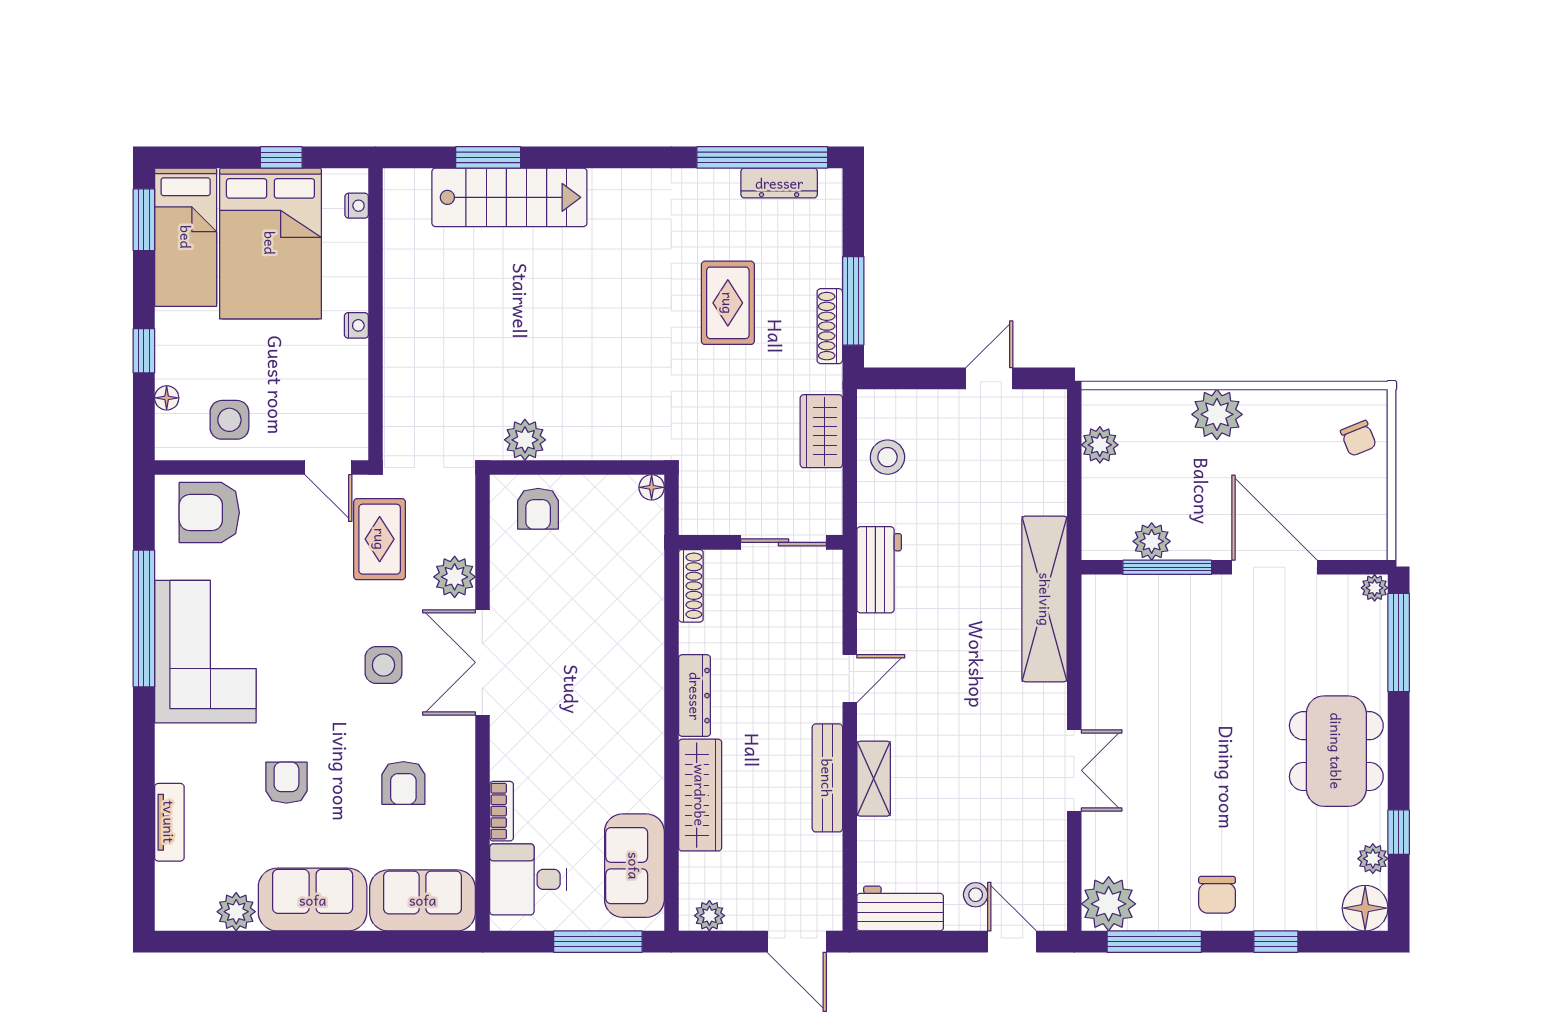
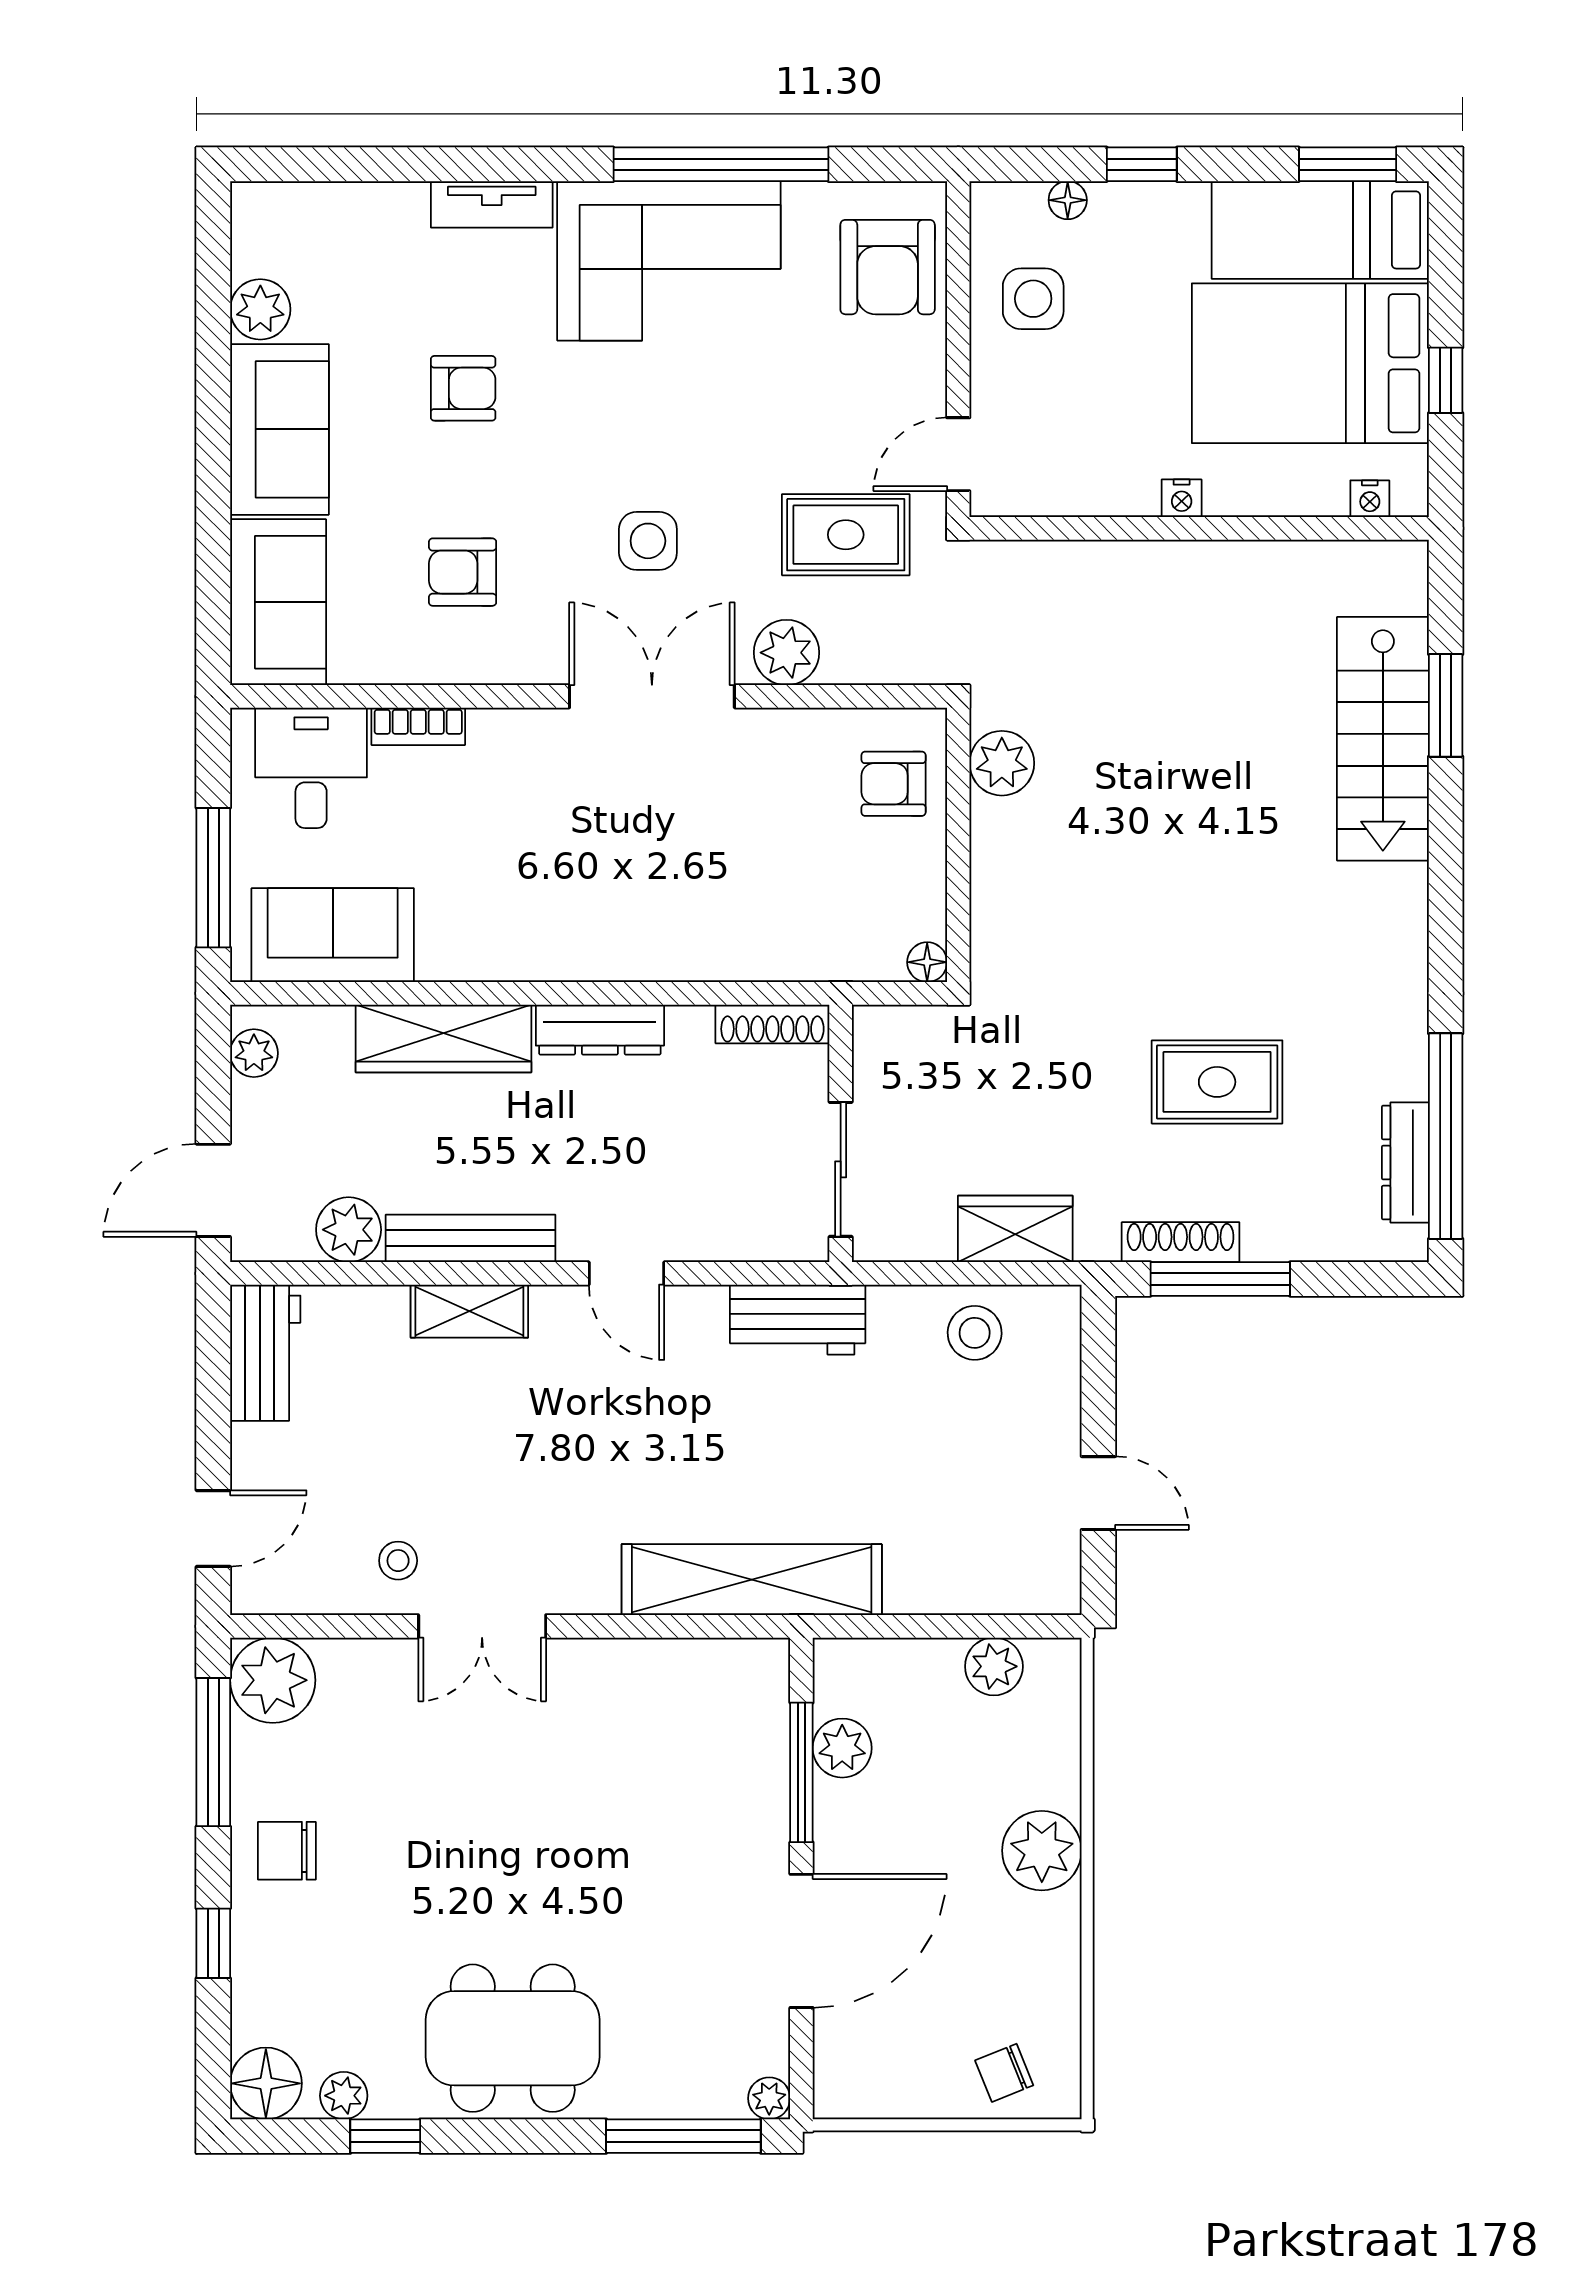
armchair: (209, 513) -> (888, 267), turned 180
tv unit: (169, 822) -> (492, 204), moved
plant: (822, 856) -> (349, 1230), added
stool: (976, 895) -> (398, 1561), moved

